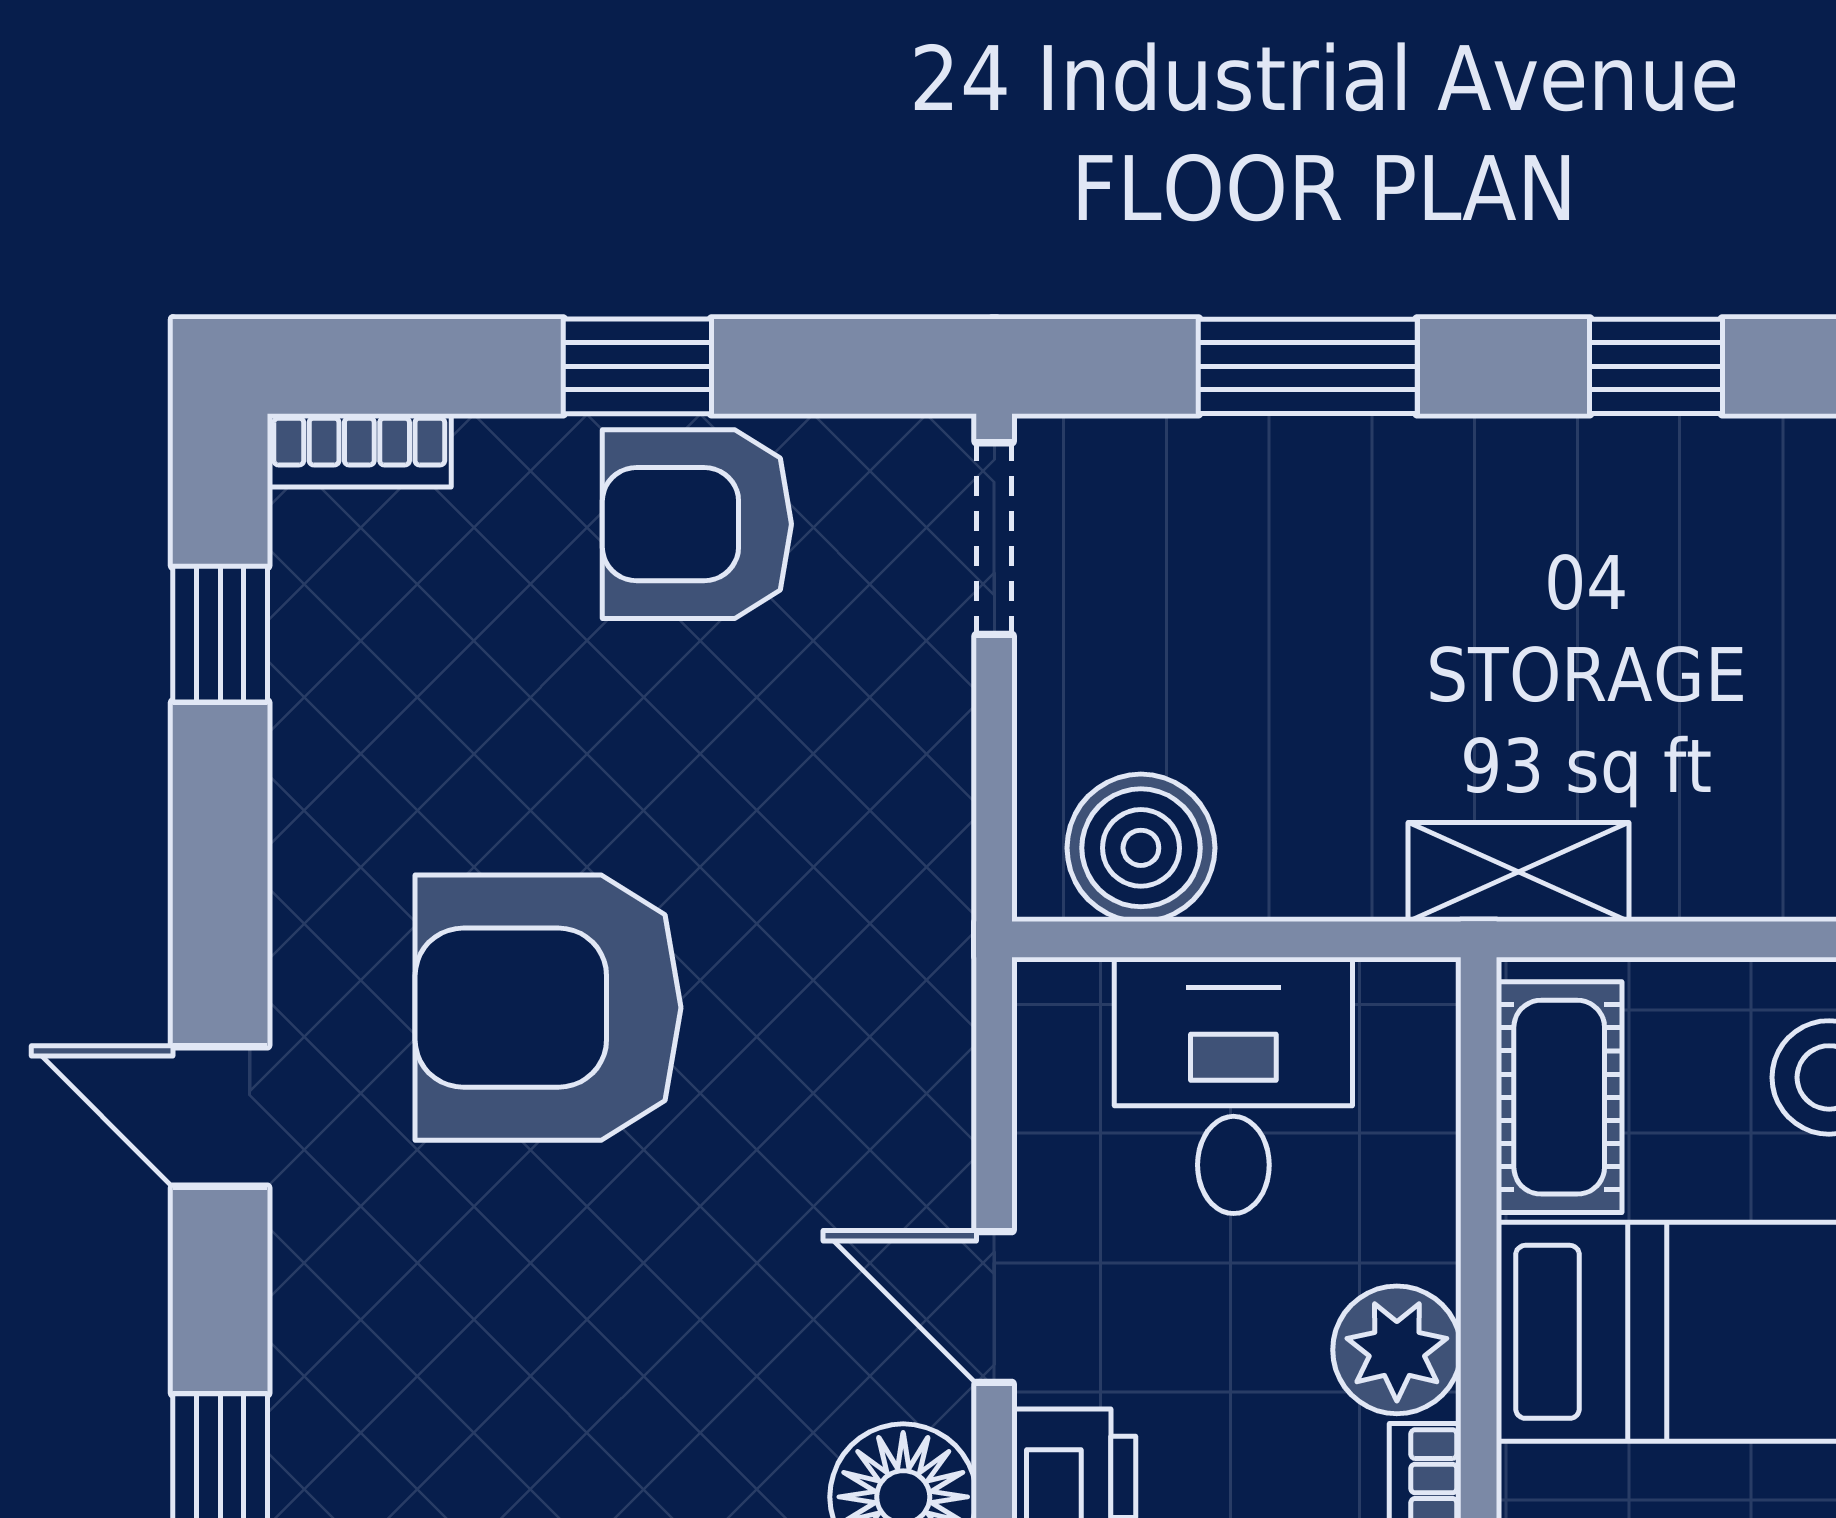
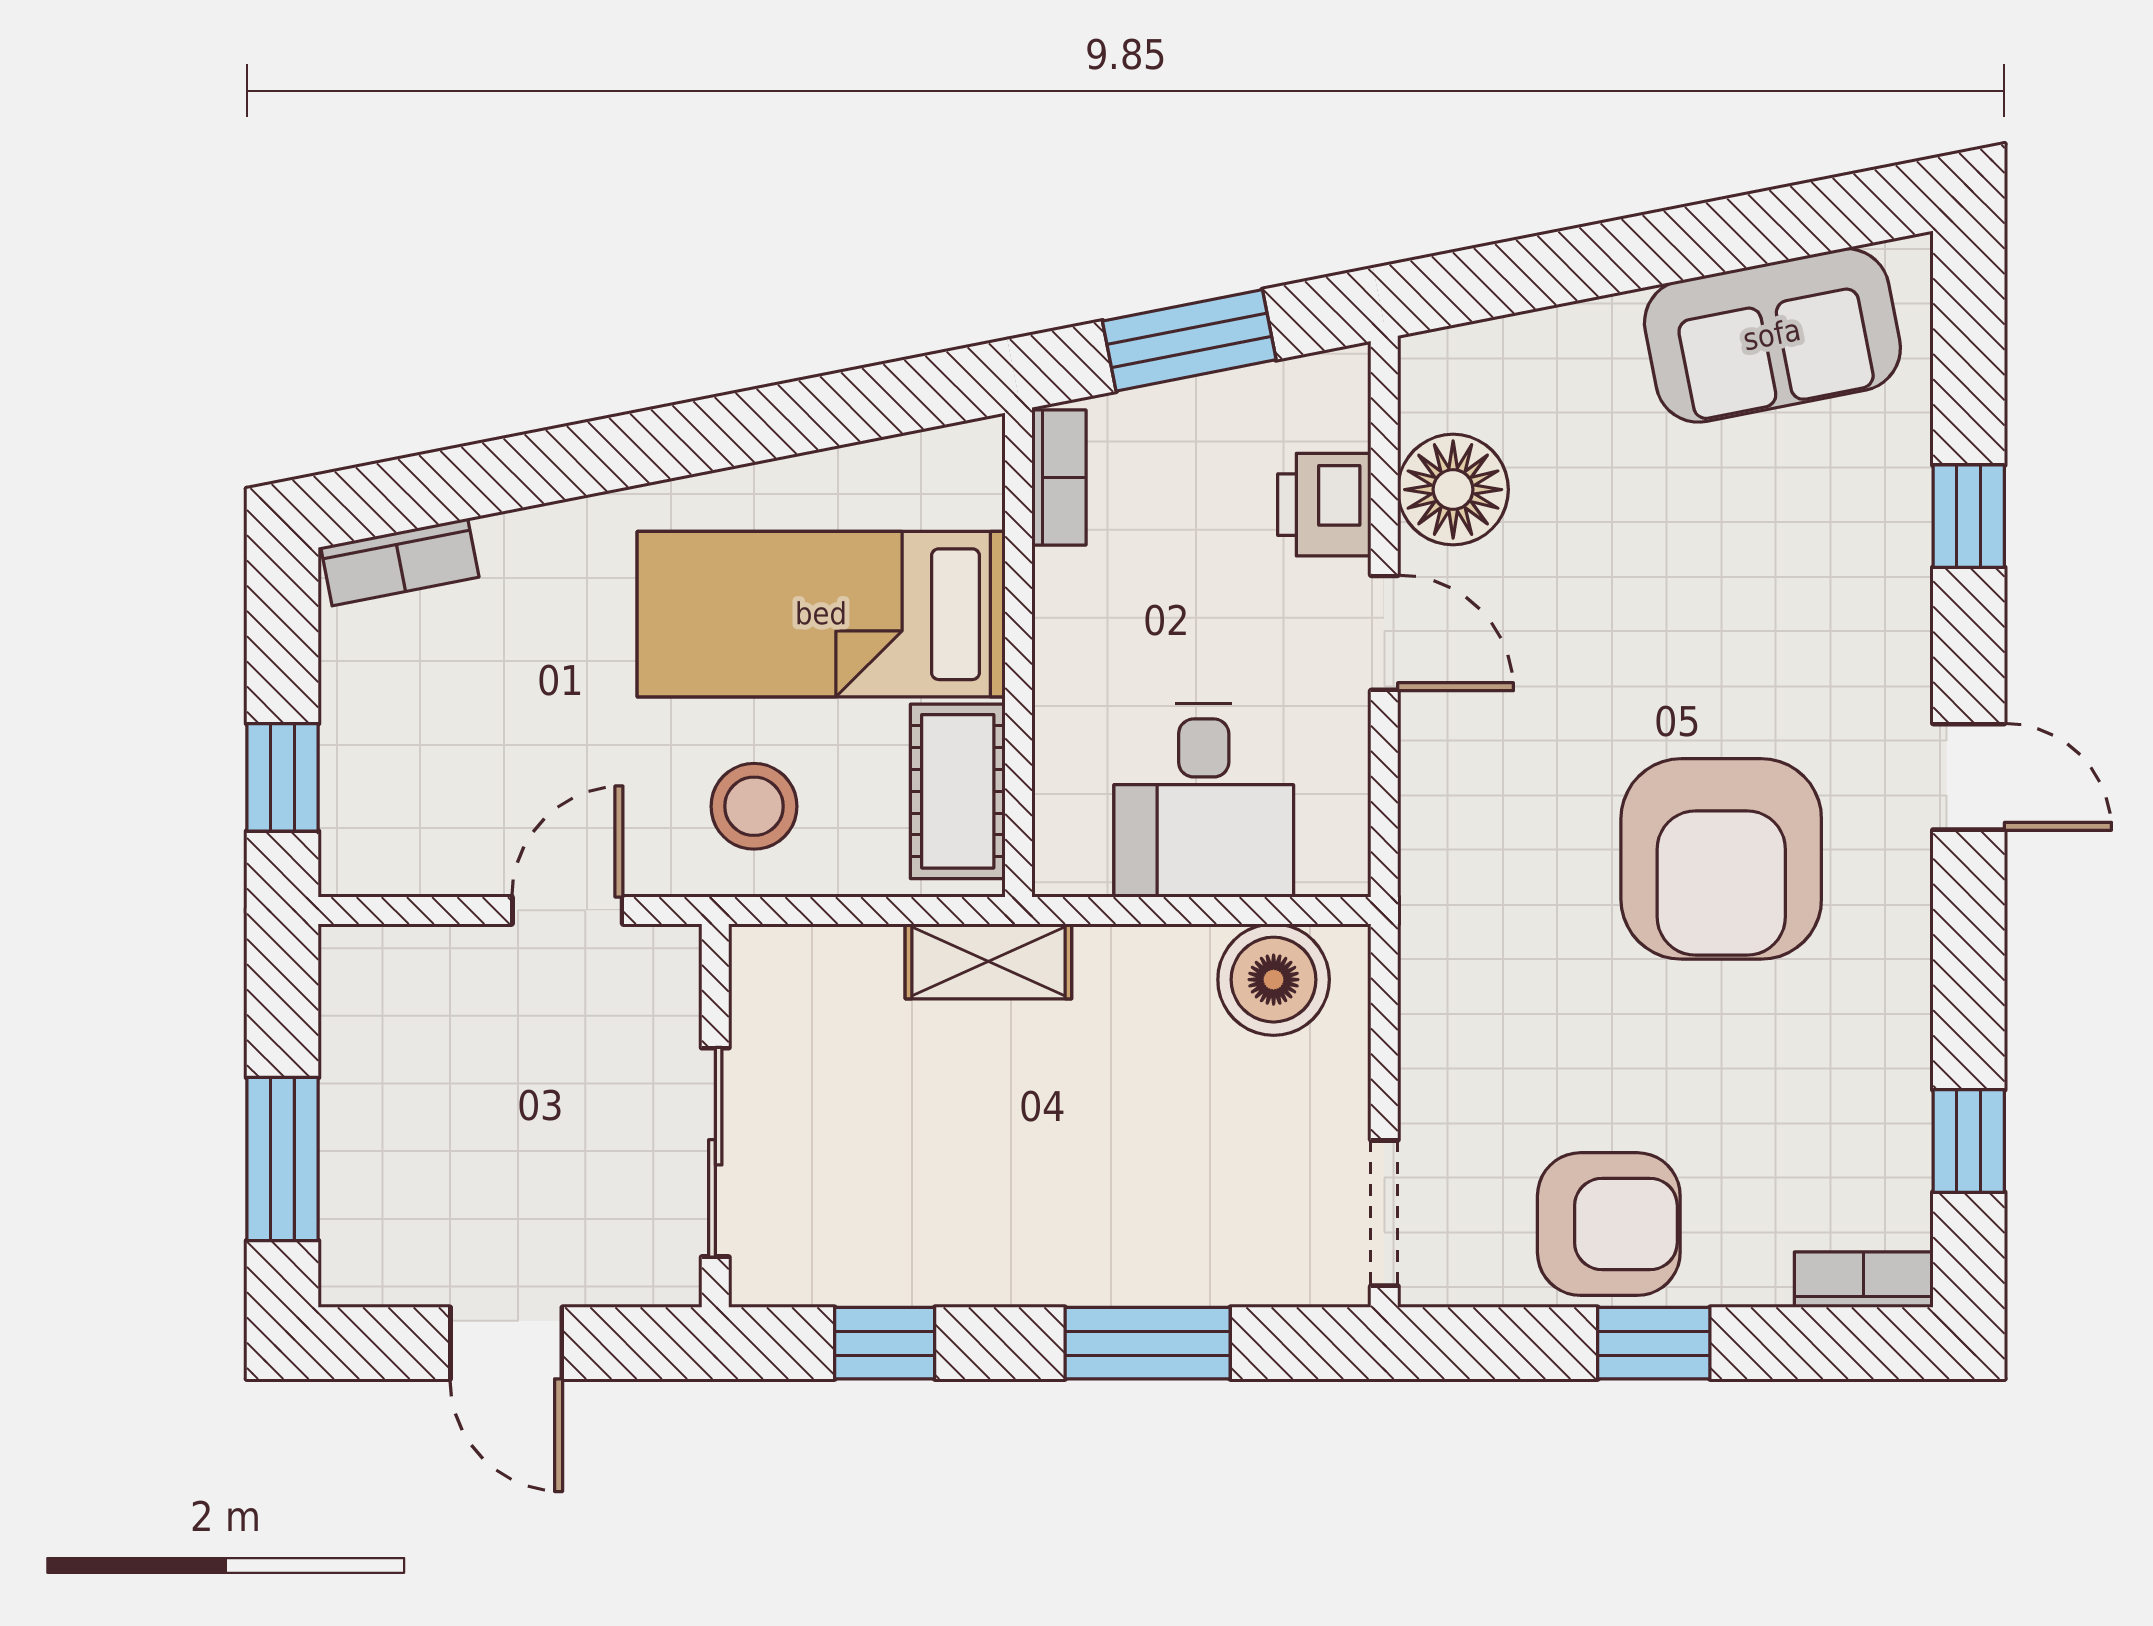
armchair: (548, 1008) -> (1721, 859), turned 90
plant: (1397, 1350) -> (1080, 601), removed

